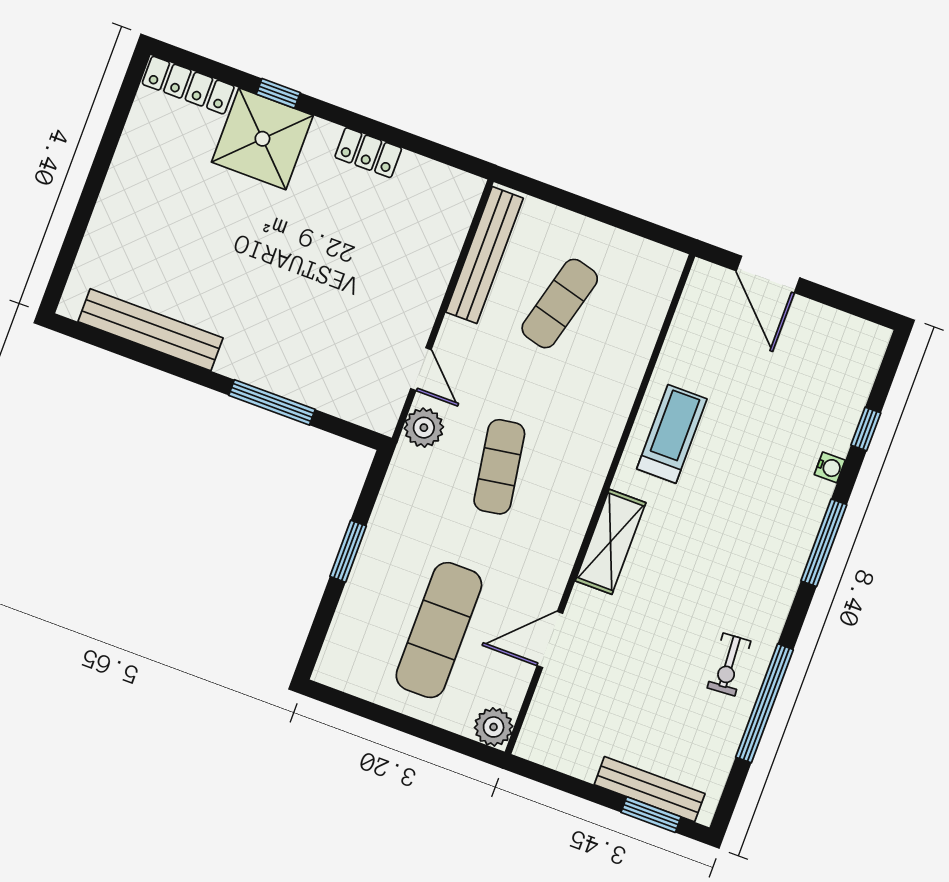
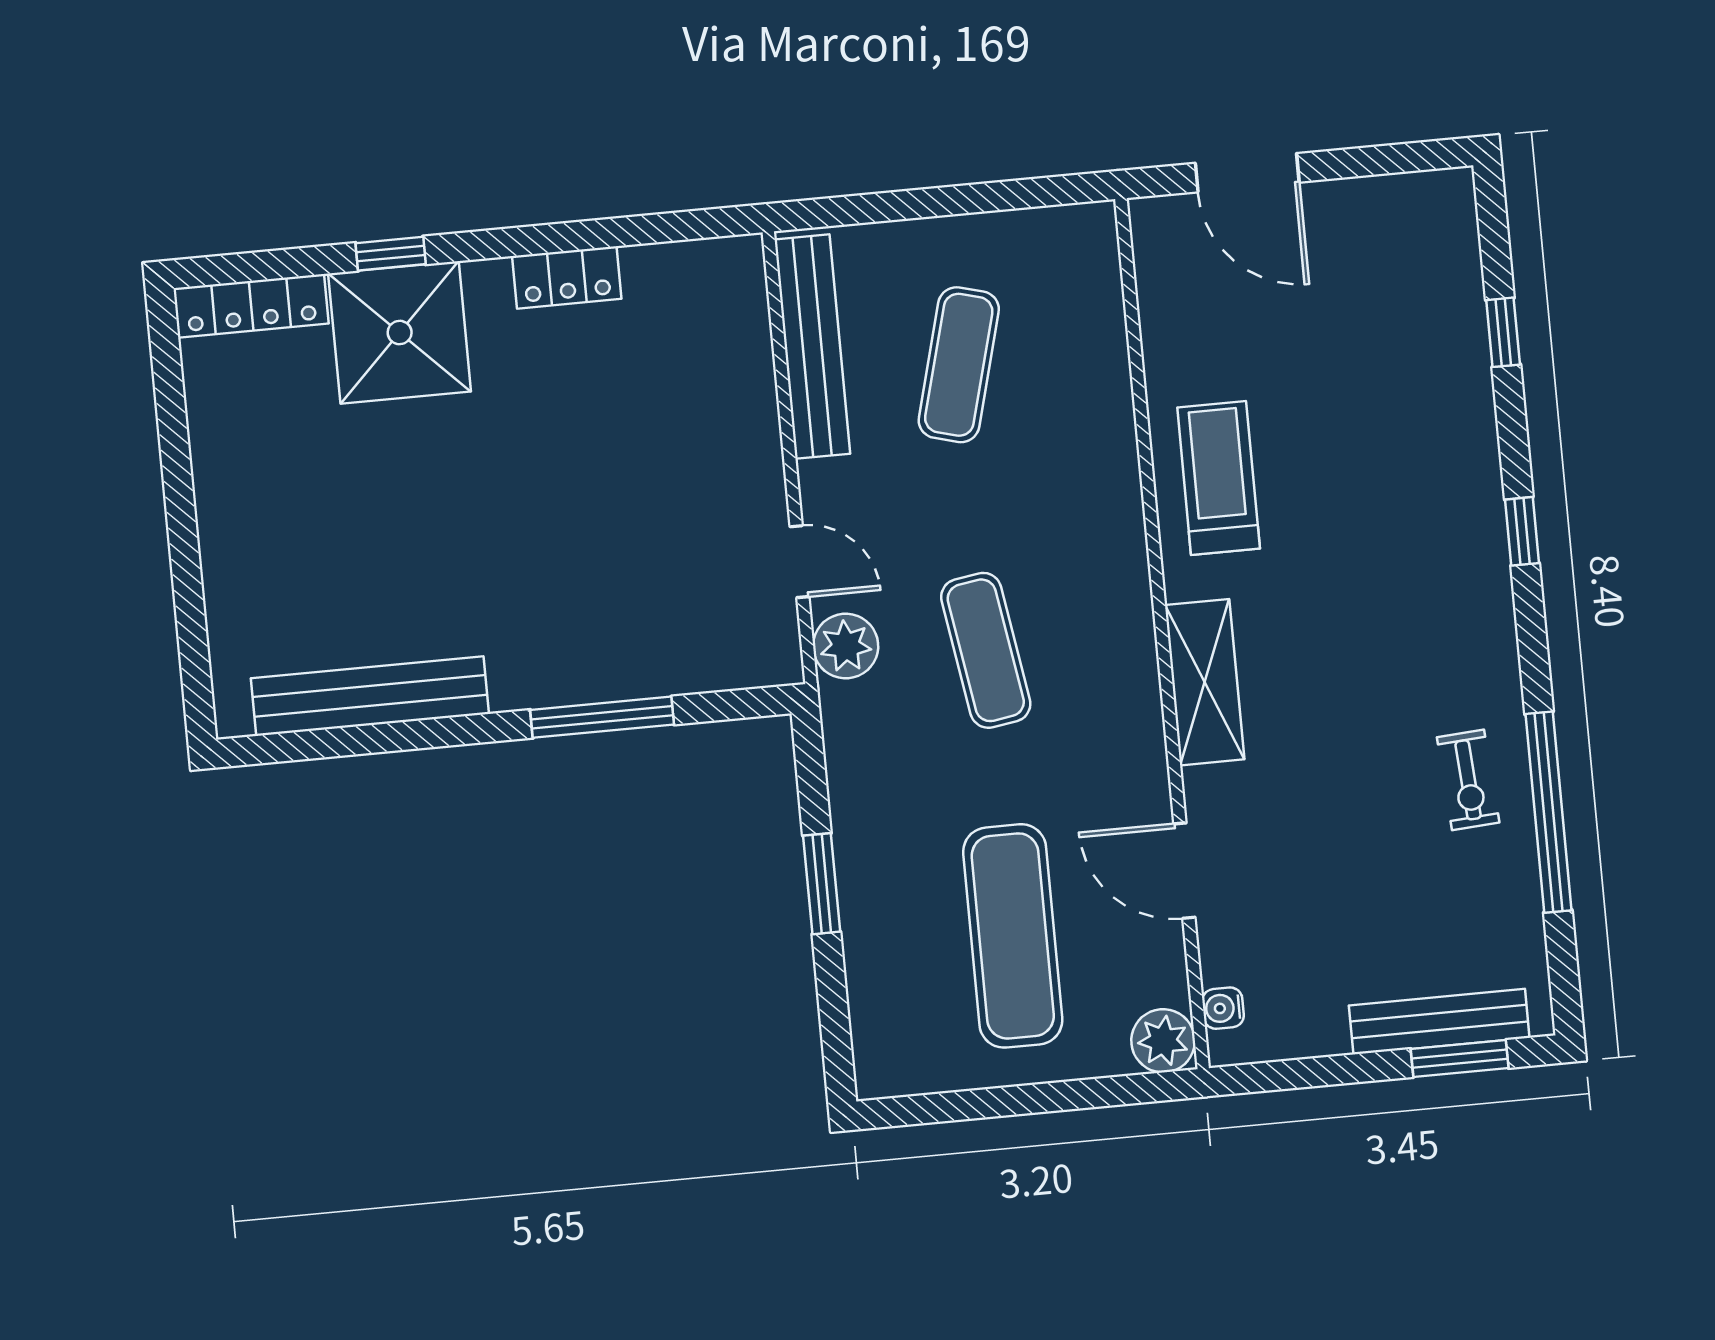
water cooler: (830, 467) -> (1223, 1008), moved, turned 180
window: (824, 543) -> (1522, 531), width x0.46
door: (550, 640) -> (1184, 871), hinge flipped

